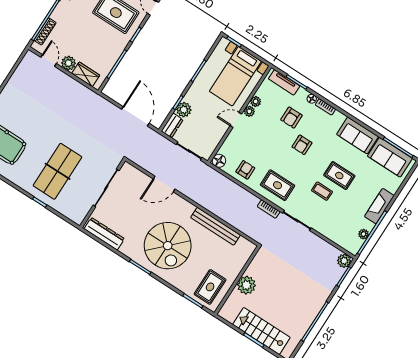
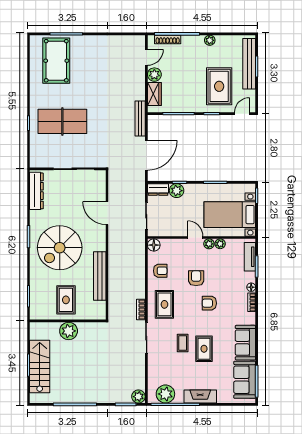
bench: (99, 101) -> (140, 119), added
armchair: (291, 118) -> (196, 278), moved, turned 90
plant: (364, 234) -> (165, 394), width x1.88, depth x1.88
rug: (210, 287) -> (66, 300), moved, turned 90

